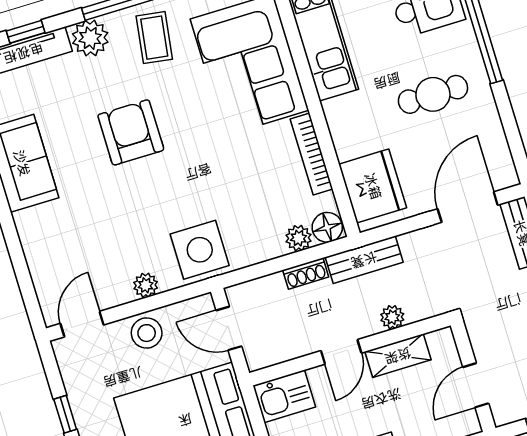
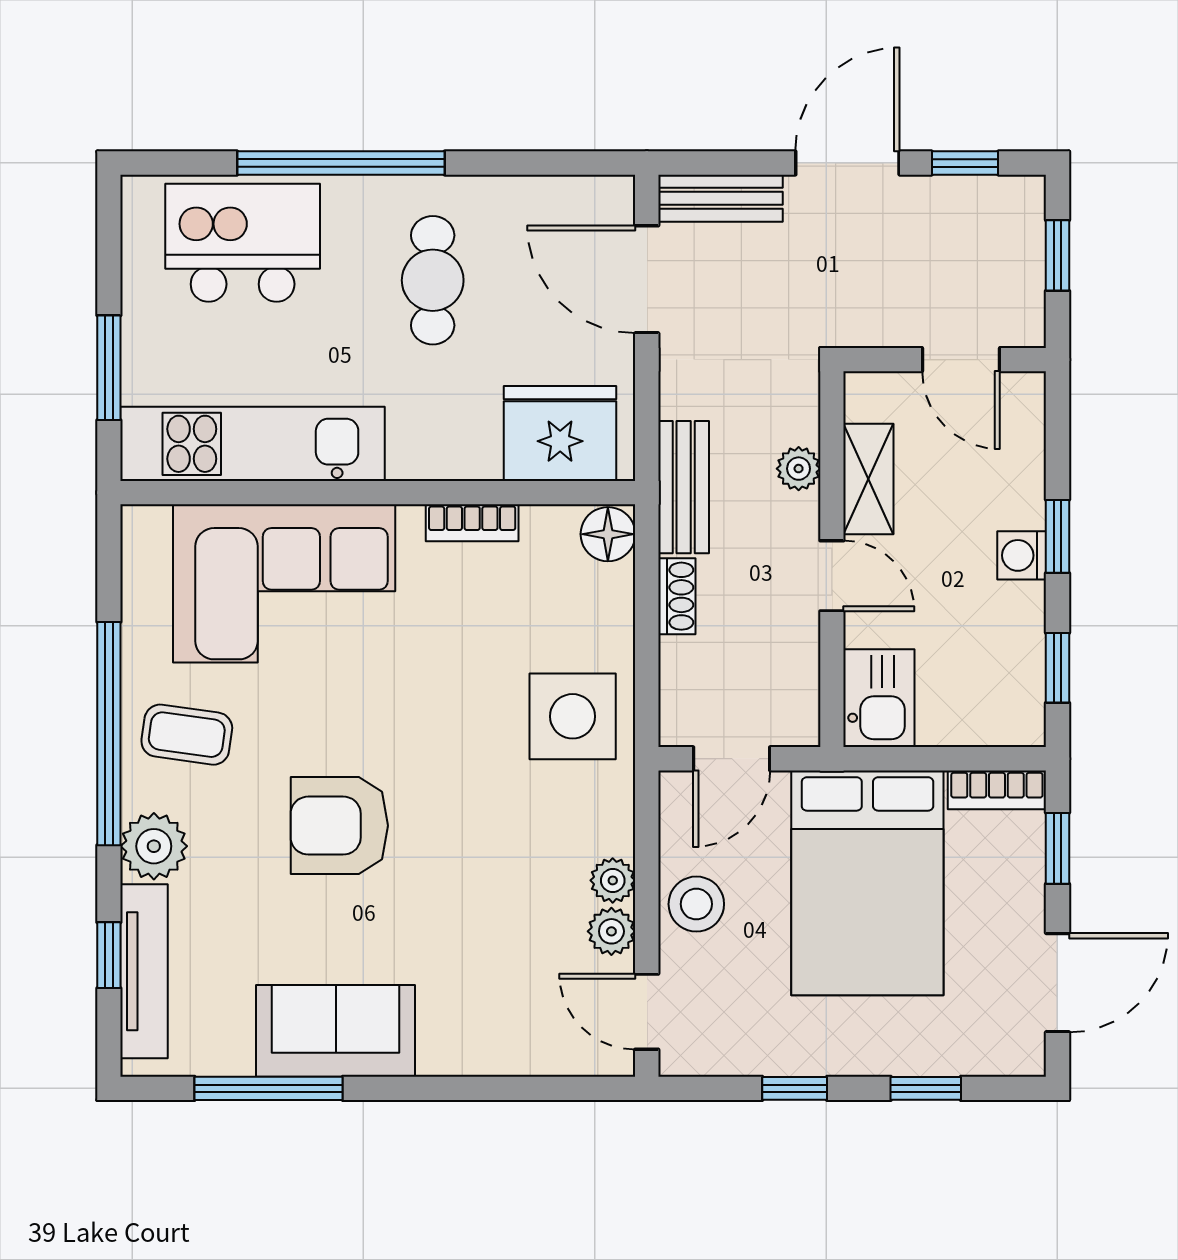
bookcase: (312, 154) -> (472, 523), width x0.64
plant: (299, 238) -> (611, 931), moved
side table: (200, 250) -> (573, 716), moved

